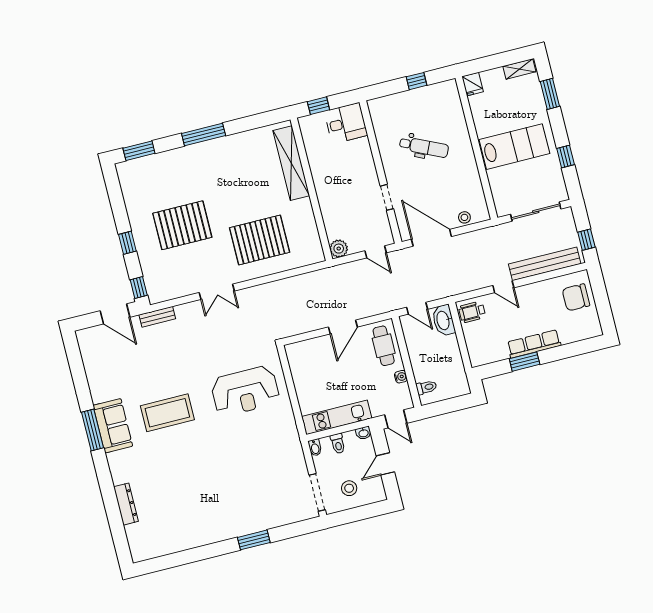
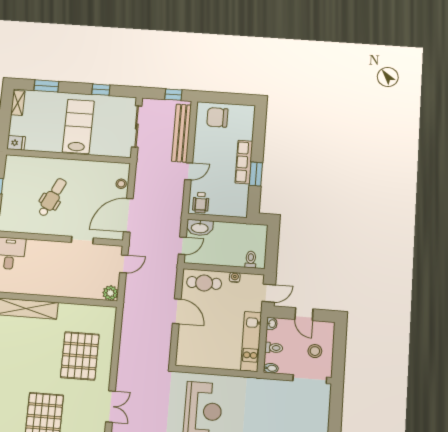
chair: (576, 297) -> (217, 117), turned 90

